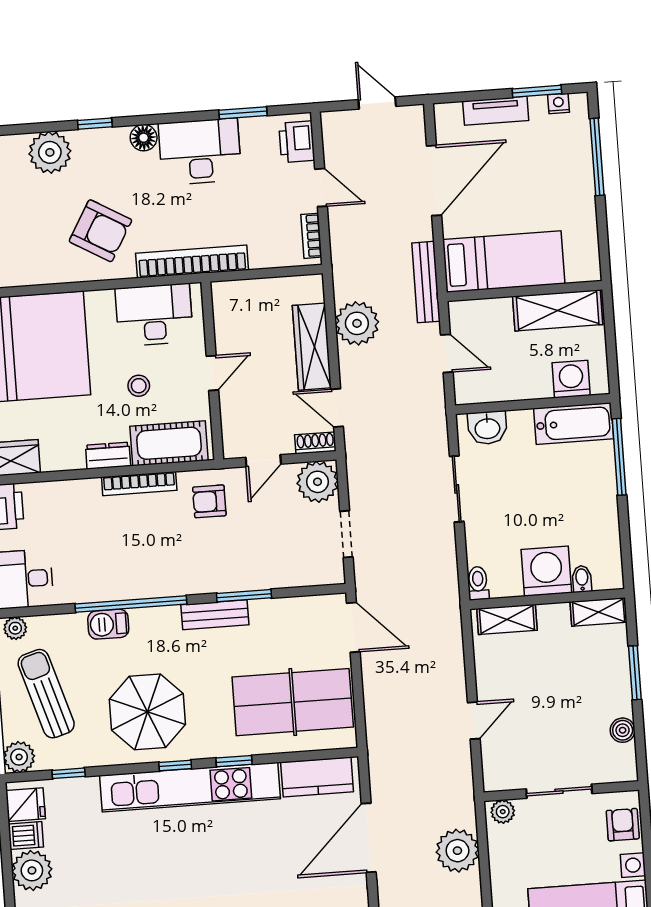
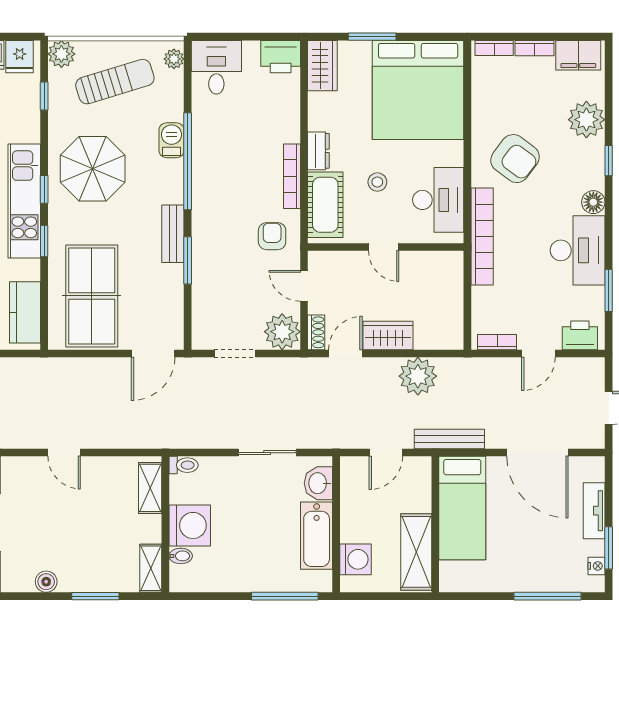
armchair: (100, 231) -> (515, 159), turned -83
wardrobe: (312, 347) -> (388, 335), width x0.67
bathtub: (574, 424) -> (317, 536), moved
kitchen unit: (190, 787) -> (24, 201), width x0.73

